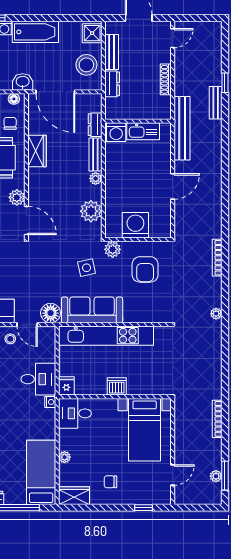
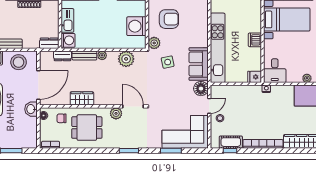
dresser: (112, 84) -> (49, 43), moved
door: (26, 220) -> (133, 106), hinge flipped
sofa: (92, 310) -> (199, 64), width x0.73
desk: (38, 379) -> (250, 98), removed

